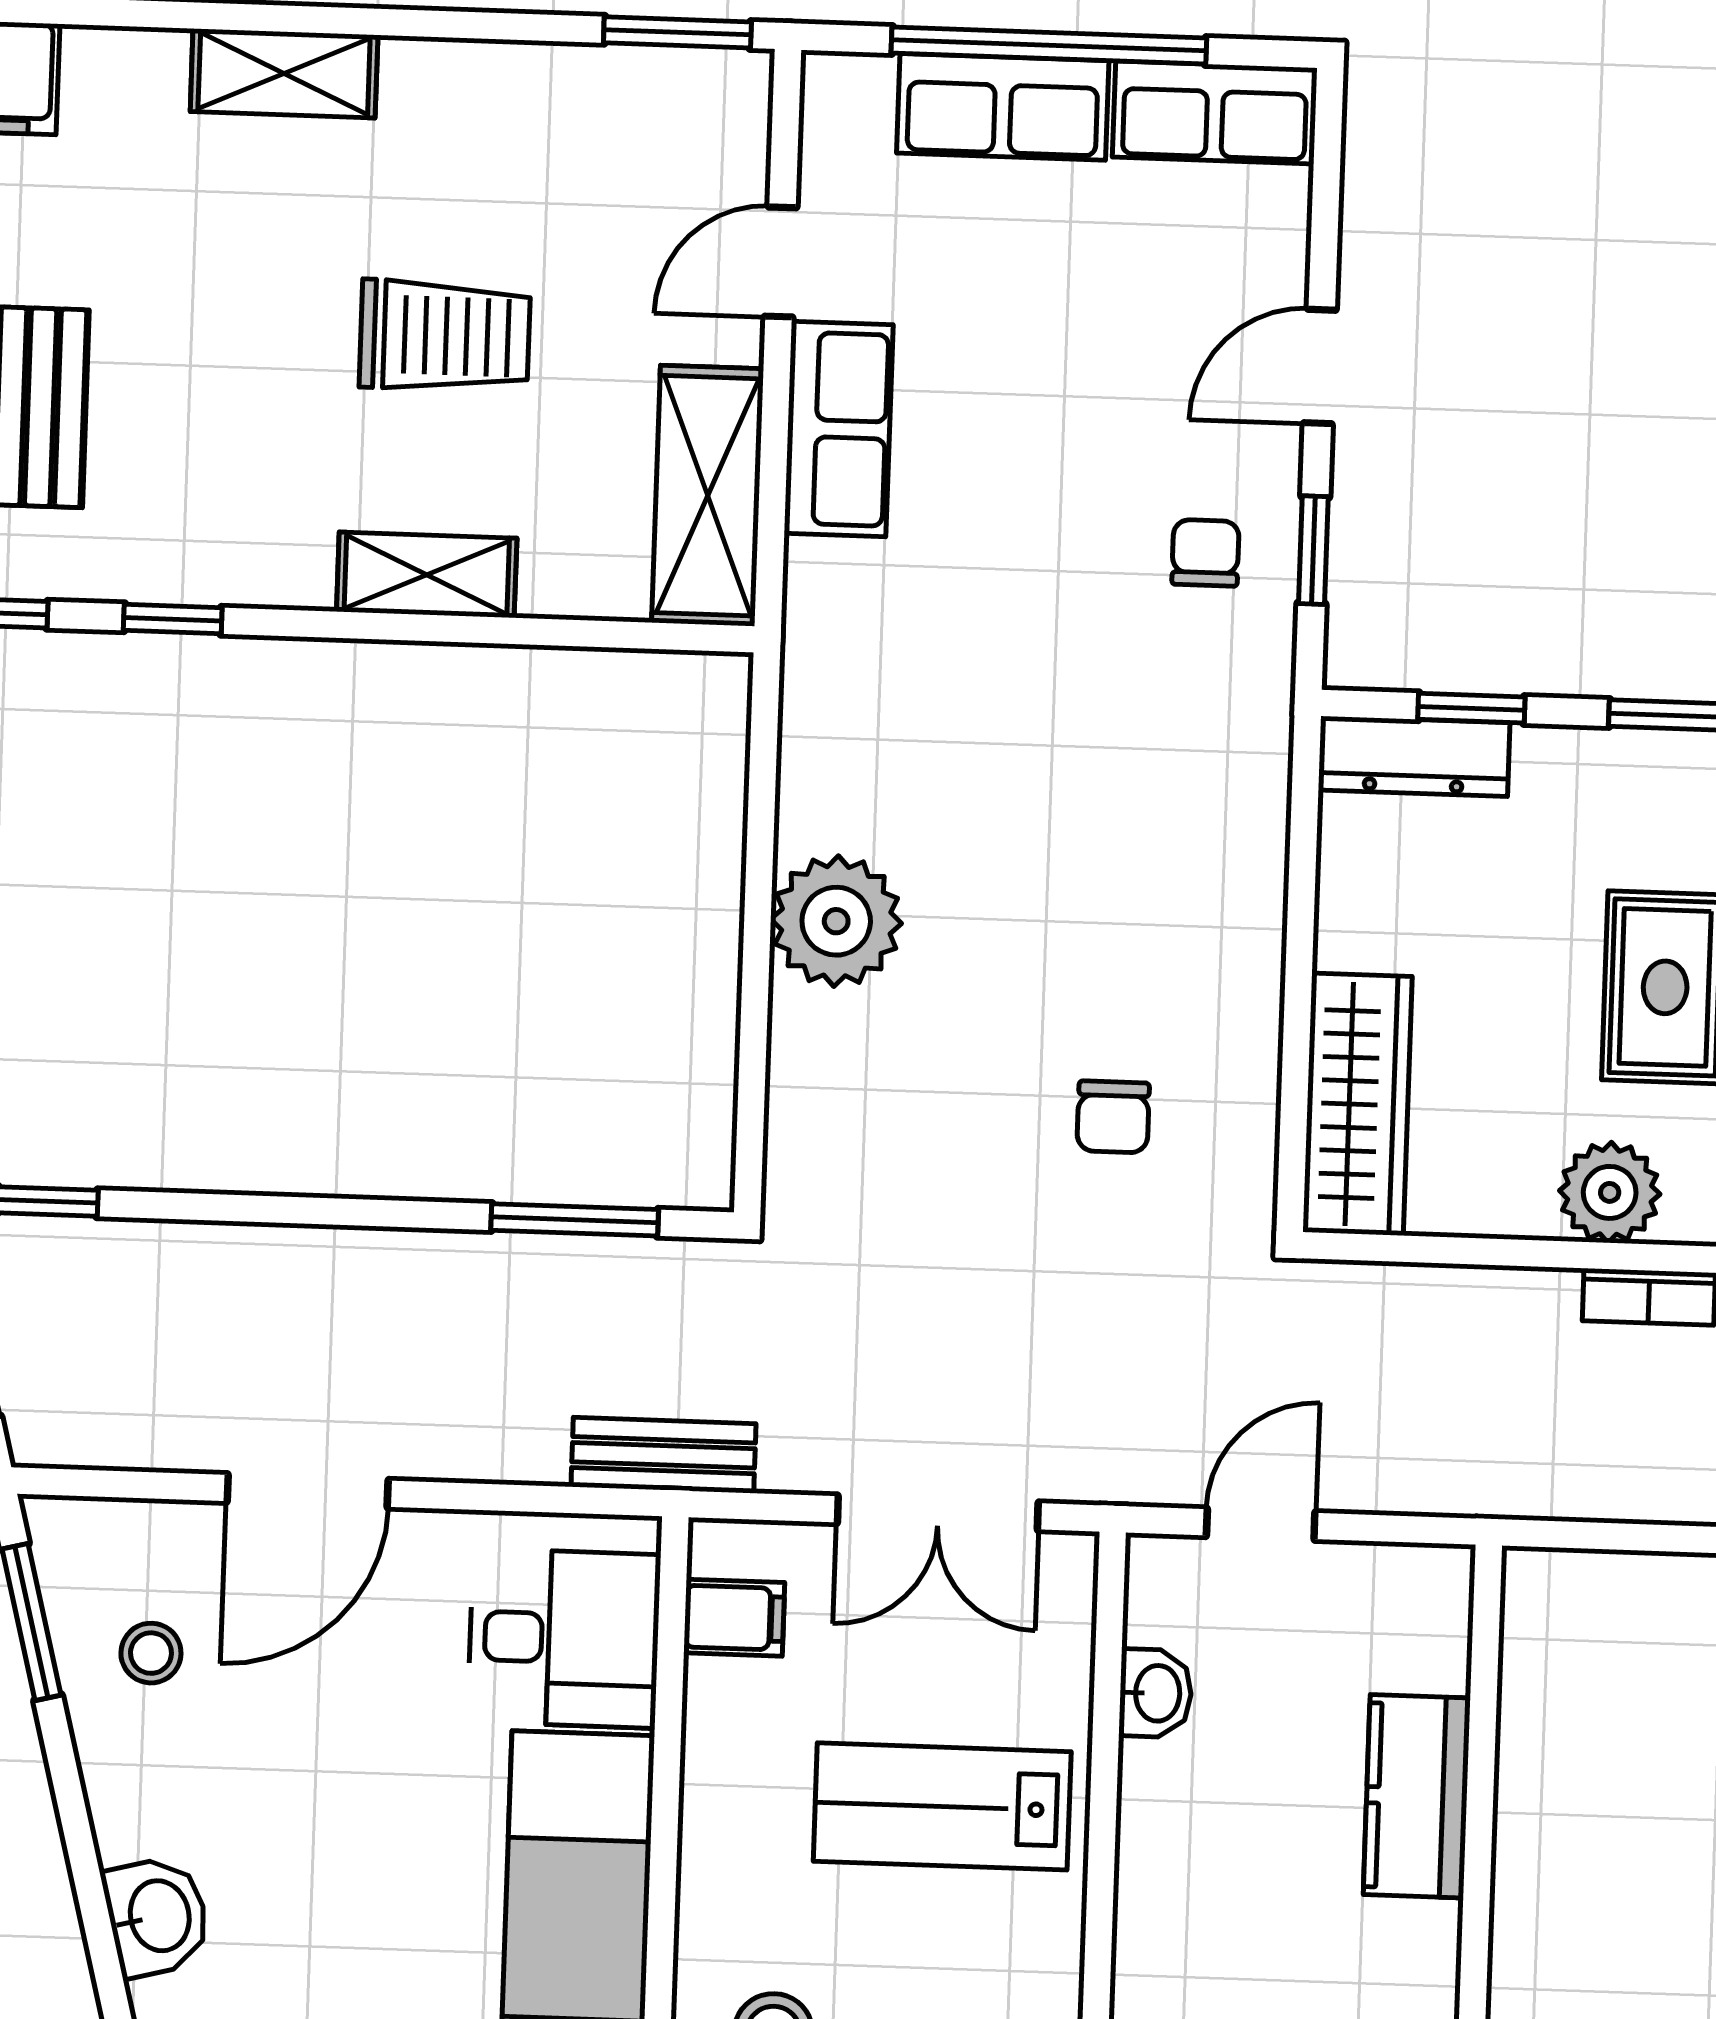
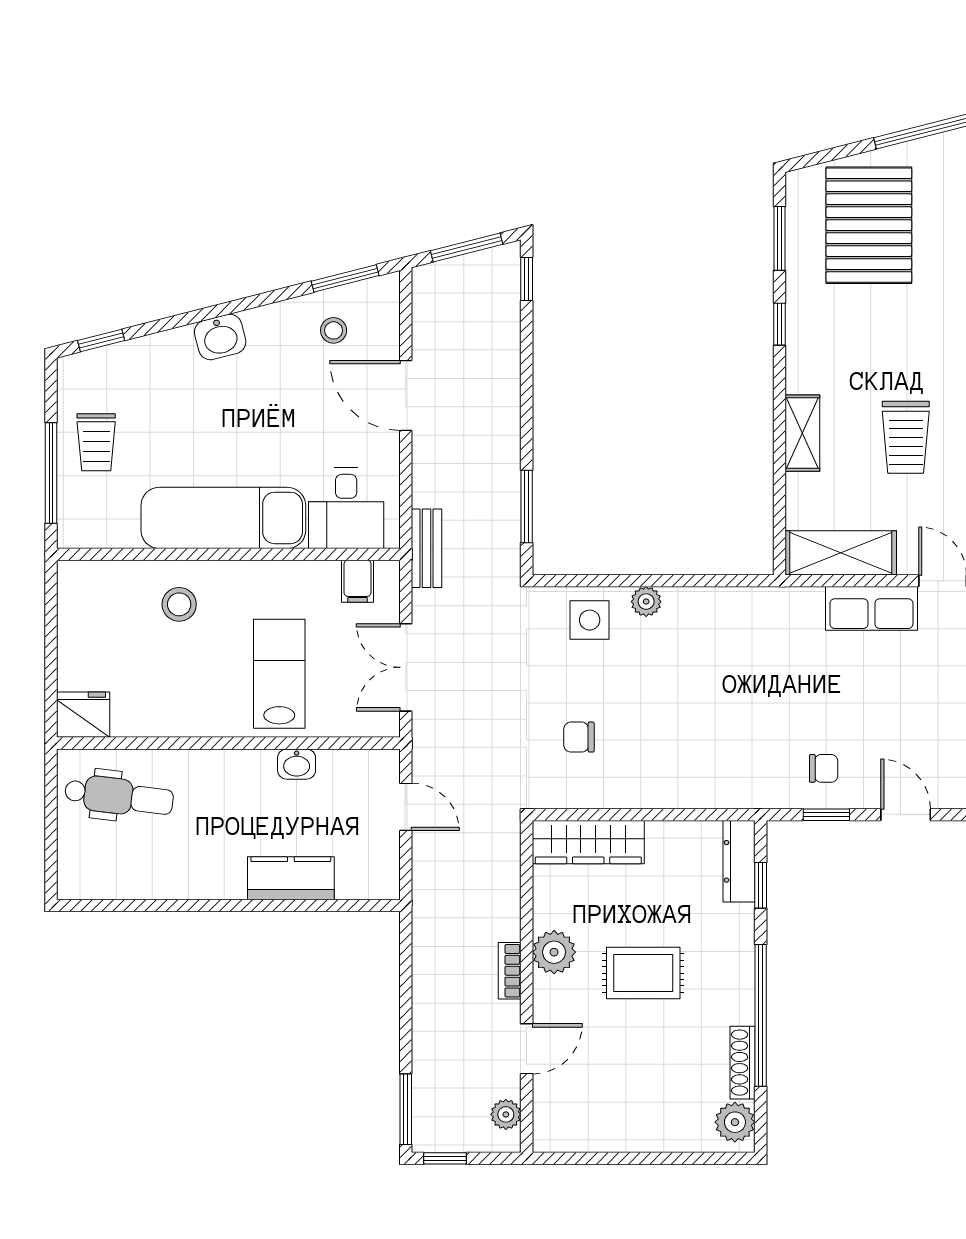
plant: (836, 921) -> (646, 602), width x0.53, depth x0.53
side table: (843, 1083) -> (590, 620), added
washbasin: (1156, 1693) -> (297, 764), moved

